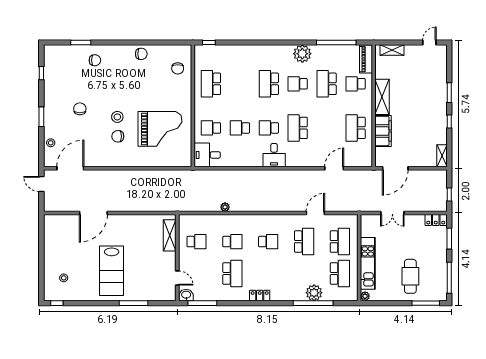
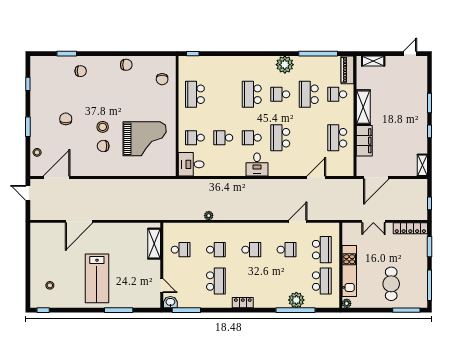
locker: (436, 220) -> (410, 228), width x1.53
school desk: (304, 242) -> (287, 250), width x0.54

